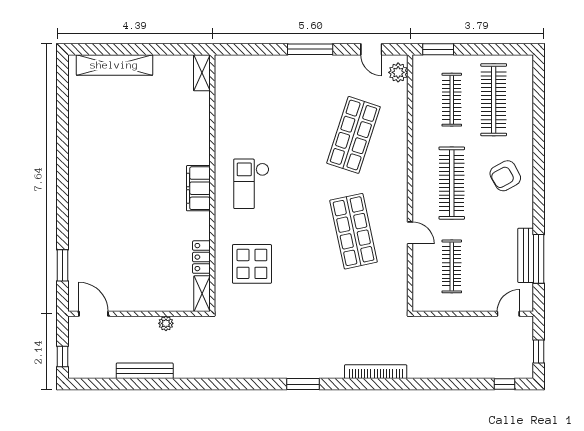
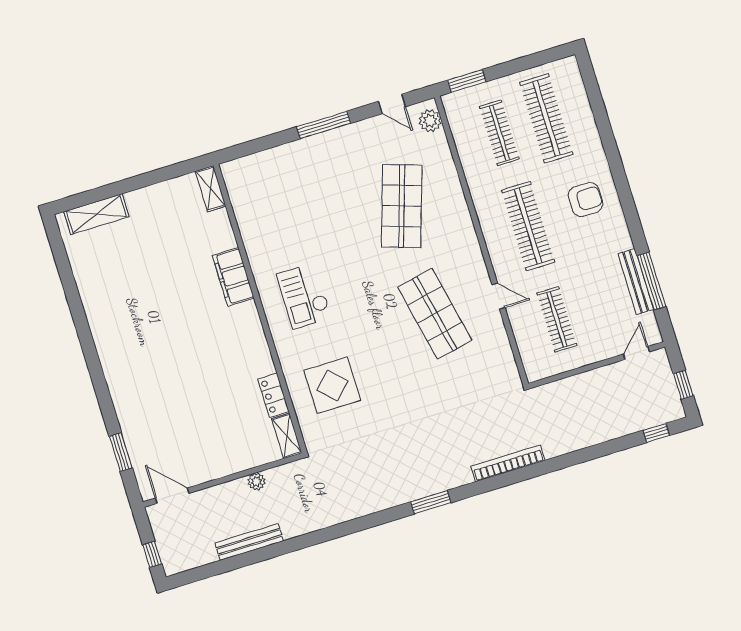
shelving: (114, 65) -> (96, 214), width x0.68
armchair: (505, 176) -> (586, 200), turned -151
filing cabinet: (198, 188) -> (233, 277), moved

